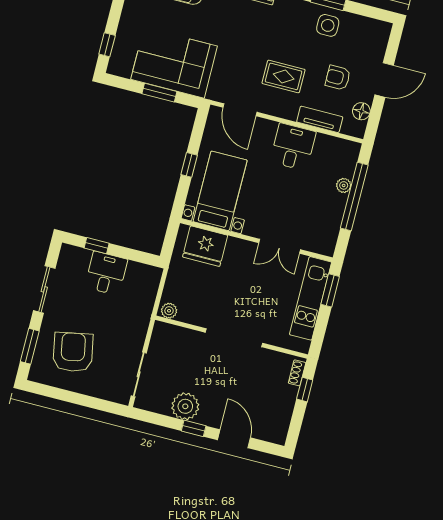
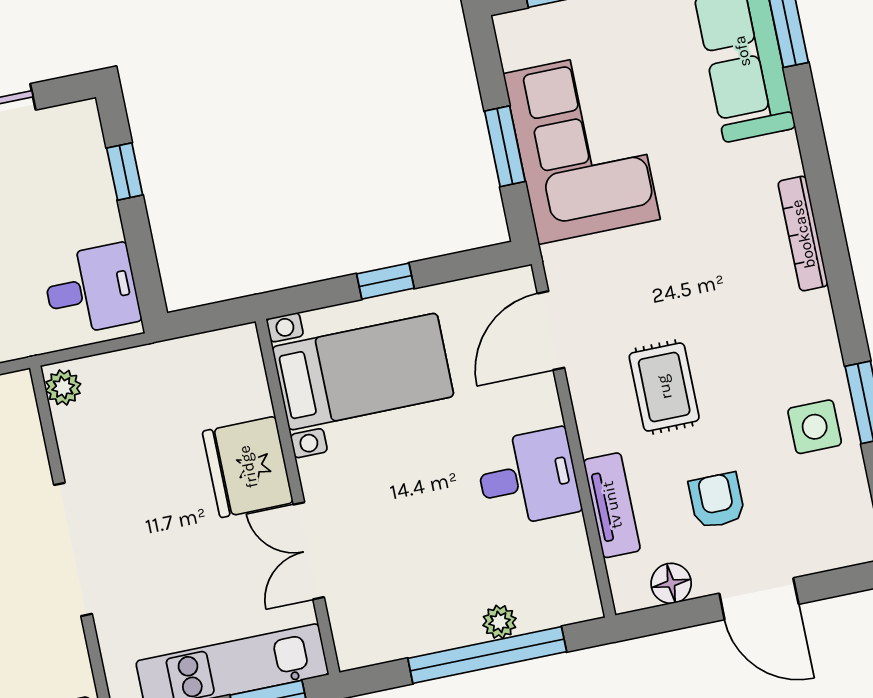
fridge: (205, 246) -> (248, 467), moved
desk: (106, 273) -> (91, 290), moved

